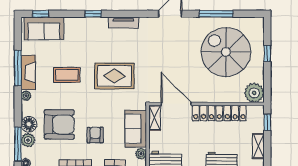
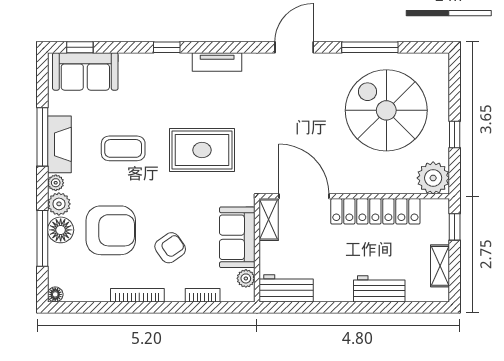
window: (267, 53) -> (455, 135), moved
armchair: (95, 135) -> (170, 248), turned 55
plant: (28, 140) -> (59, 204), moved
window: (18, 144) -> (42, 238), moved

